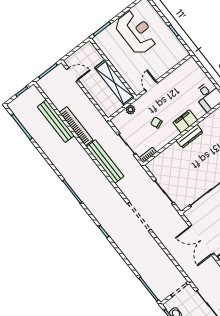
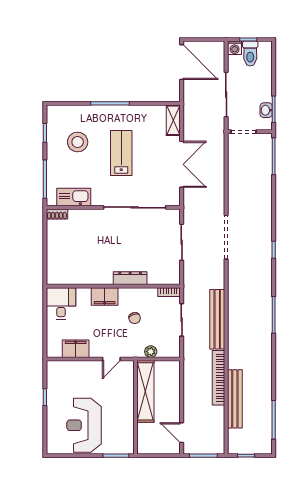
filing cabinet: (178, 75) -> (76, 349), added
dresser: (190, 136) -> (130, 278), moved

